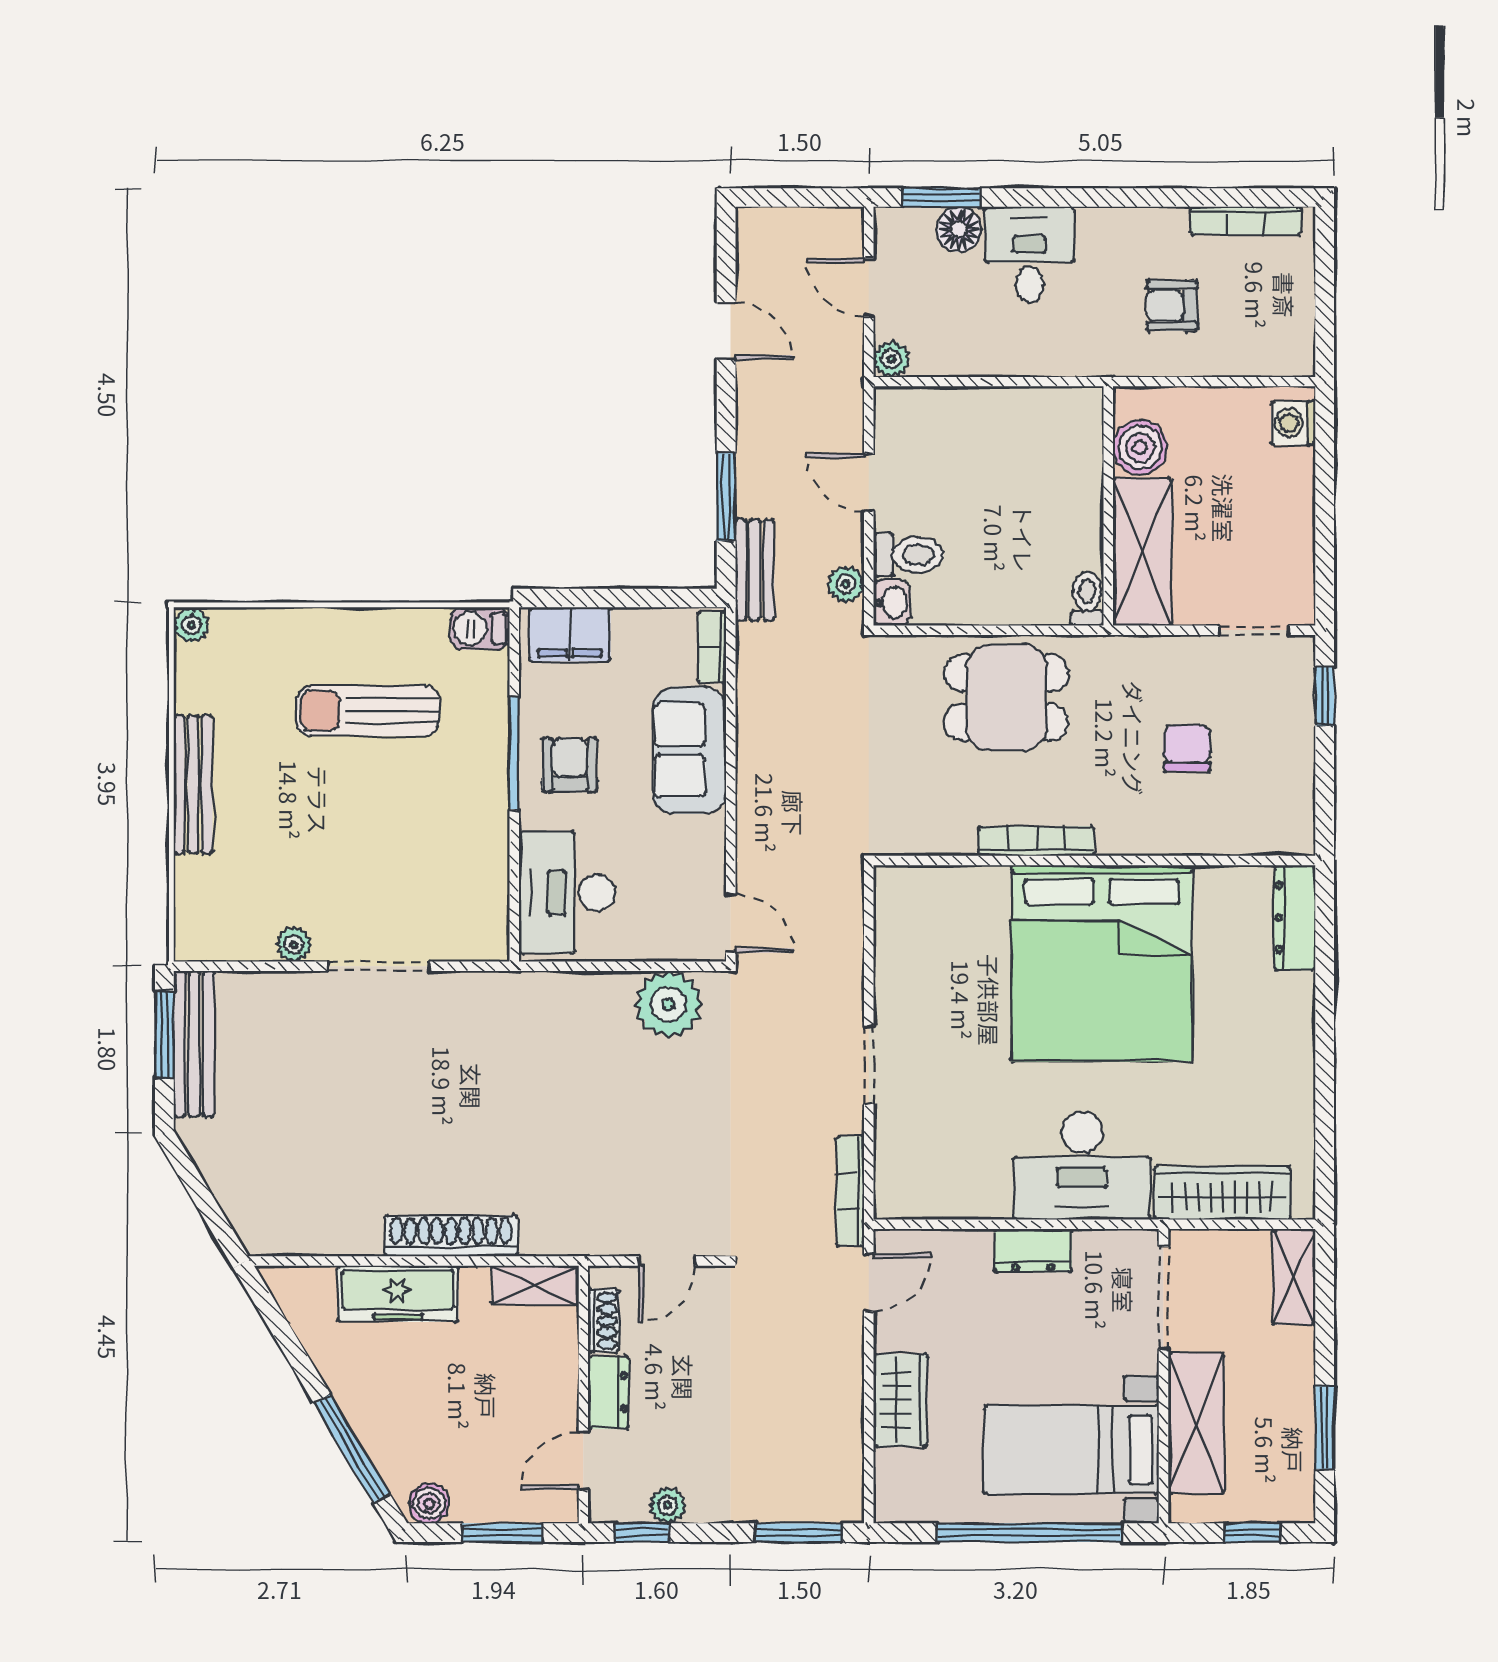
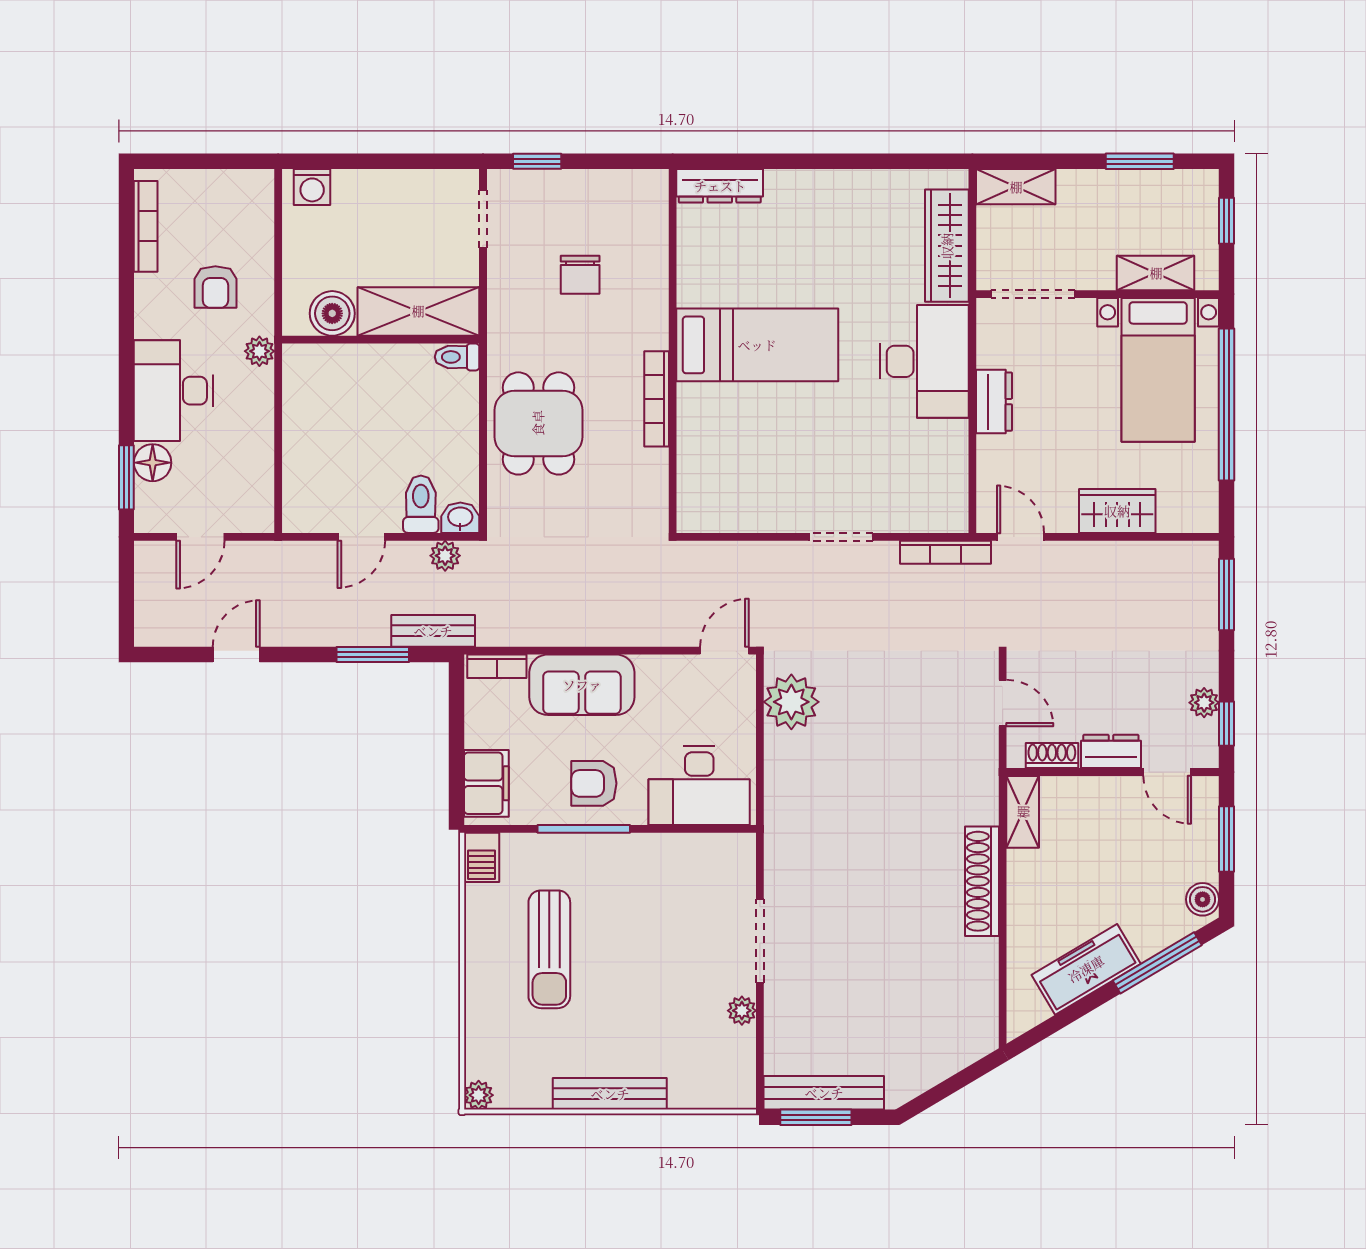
desk: (1030, 255) -> (174, 391), width x1.37
plant: (891, 359) -> (259, 351), moved
chair: (1187, 748) -> (580, 275), turned -90
bed: (1102, 963) -> (757, 345), width x0.49
freezer: (398, 1294) -> (1086, 969), moved, turned -121
shelving: (1196, 1423) -> (1156, 273), width x0.67, depth x0.75

